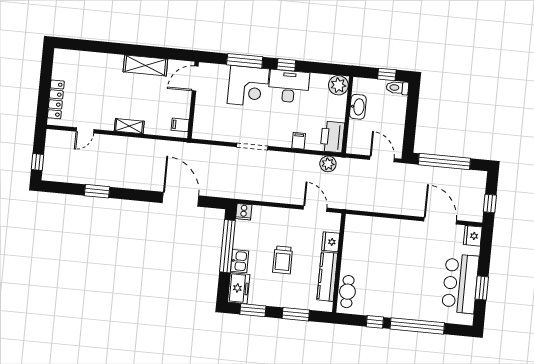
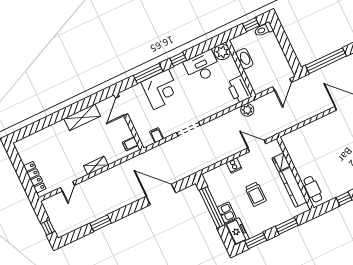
desk: (289, 86) -> (202, 67), moved
filing cabinet: (299, 141) -> (157, 135), moved
door: (382, 159) -> (282, 84), swing flipped
cooker: (244, 212) -> (234, 165), moved

